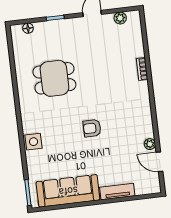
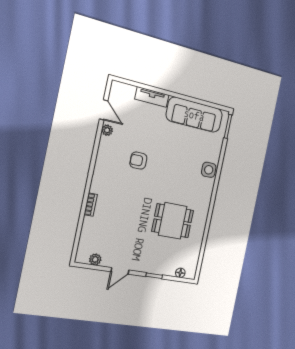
armchair: (92, 128) -> (138, 161), moved, turned 180

